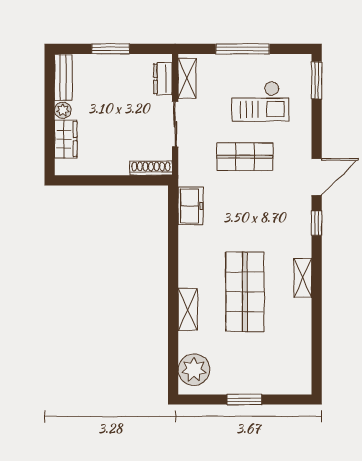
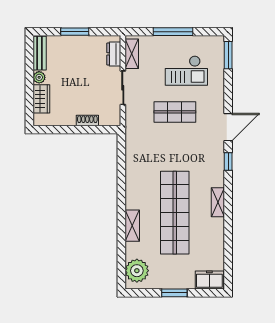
shoe rack: (151, 168) -> (87, 121), moved, width x0.70
freezer: (190, 206) -> (209, 280), moved, turned -90
shop shelf: (245, 292) -> (175, 213), width x1.40

